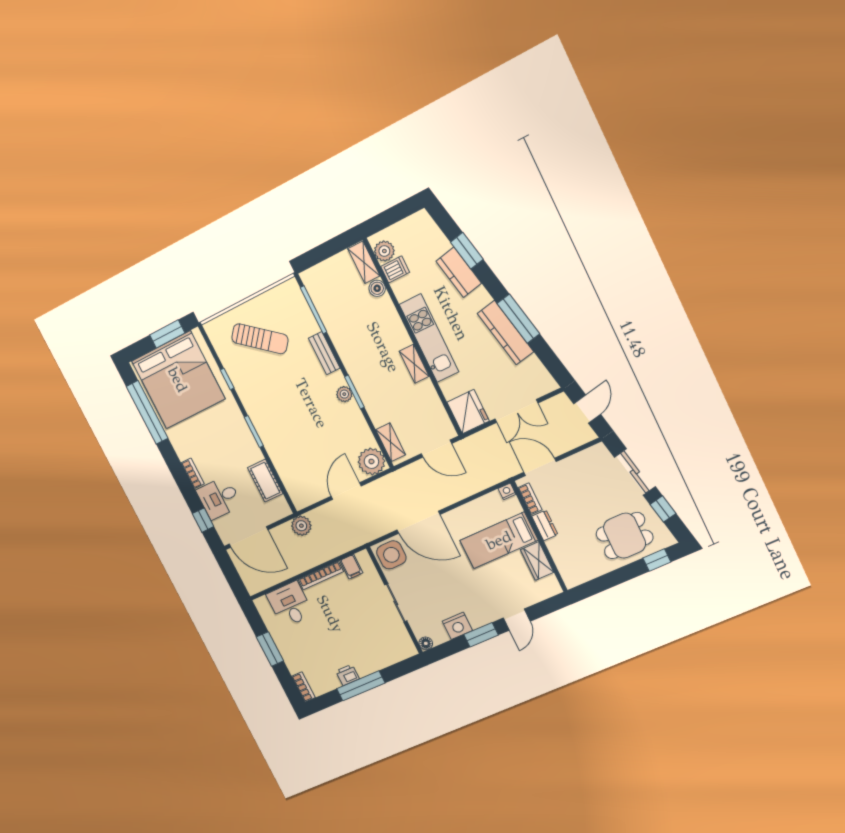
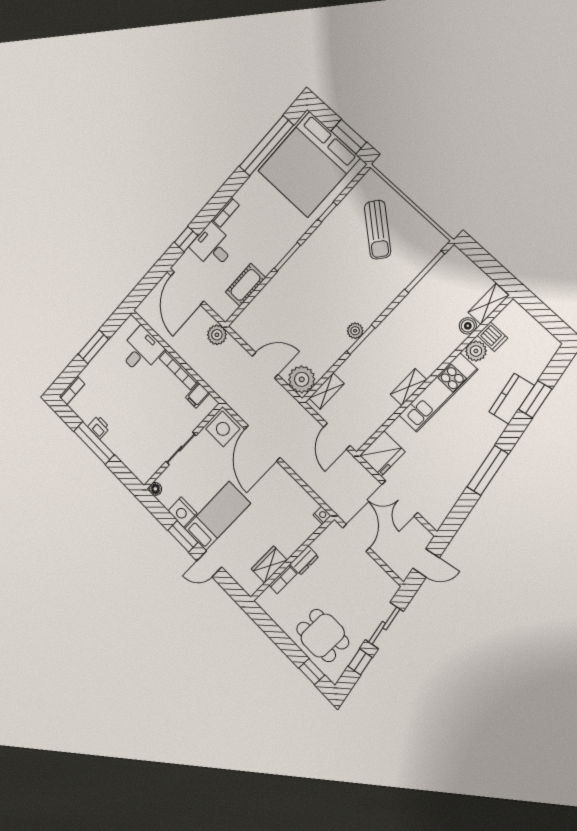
plant: (384, 251) -> (476, 351), moved
kitchen counter: (505, 333) -> (470, 463), removed
bench: (324, 353) -> (387, 297), removed
bookcase: (530, 499) -> (283, 580), moved
bed: (499, 540) -> (217, 516), moved, turned 90

